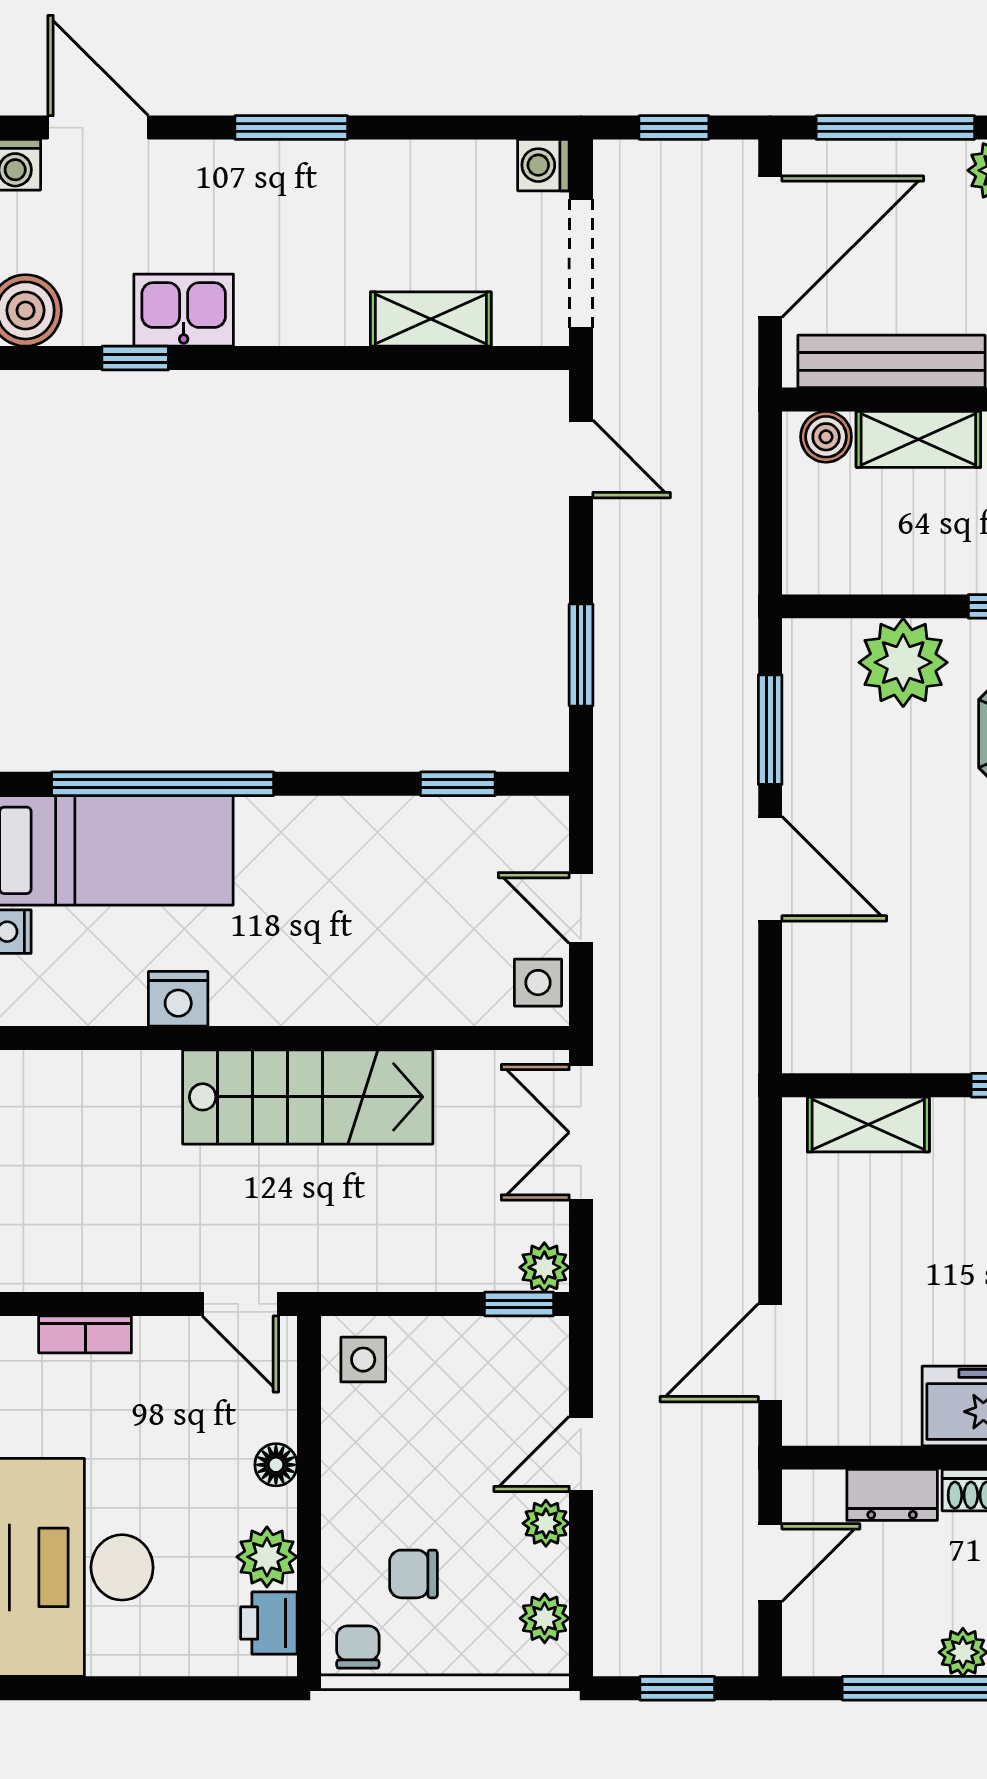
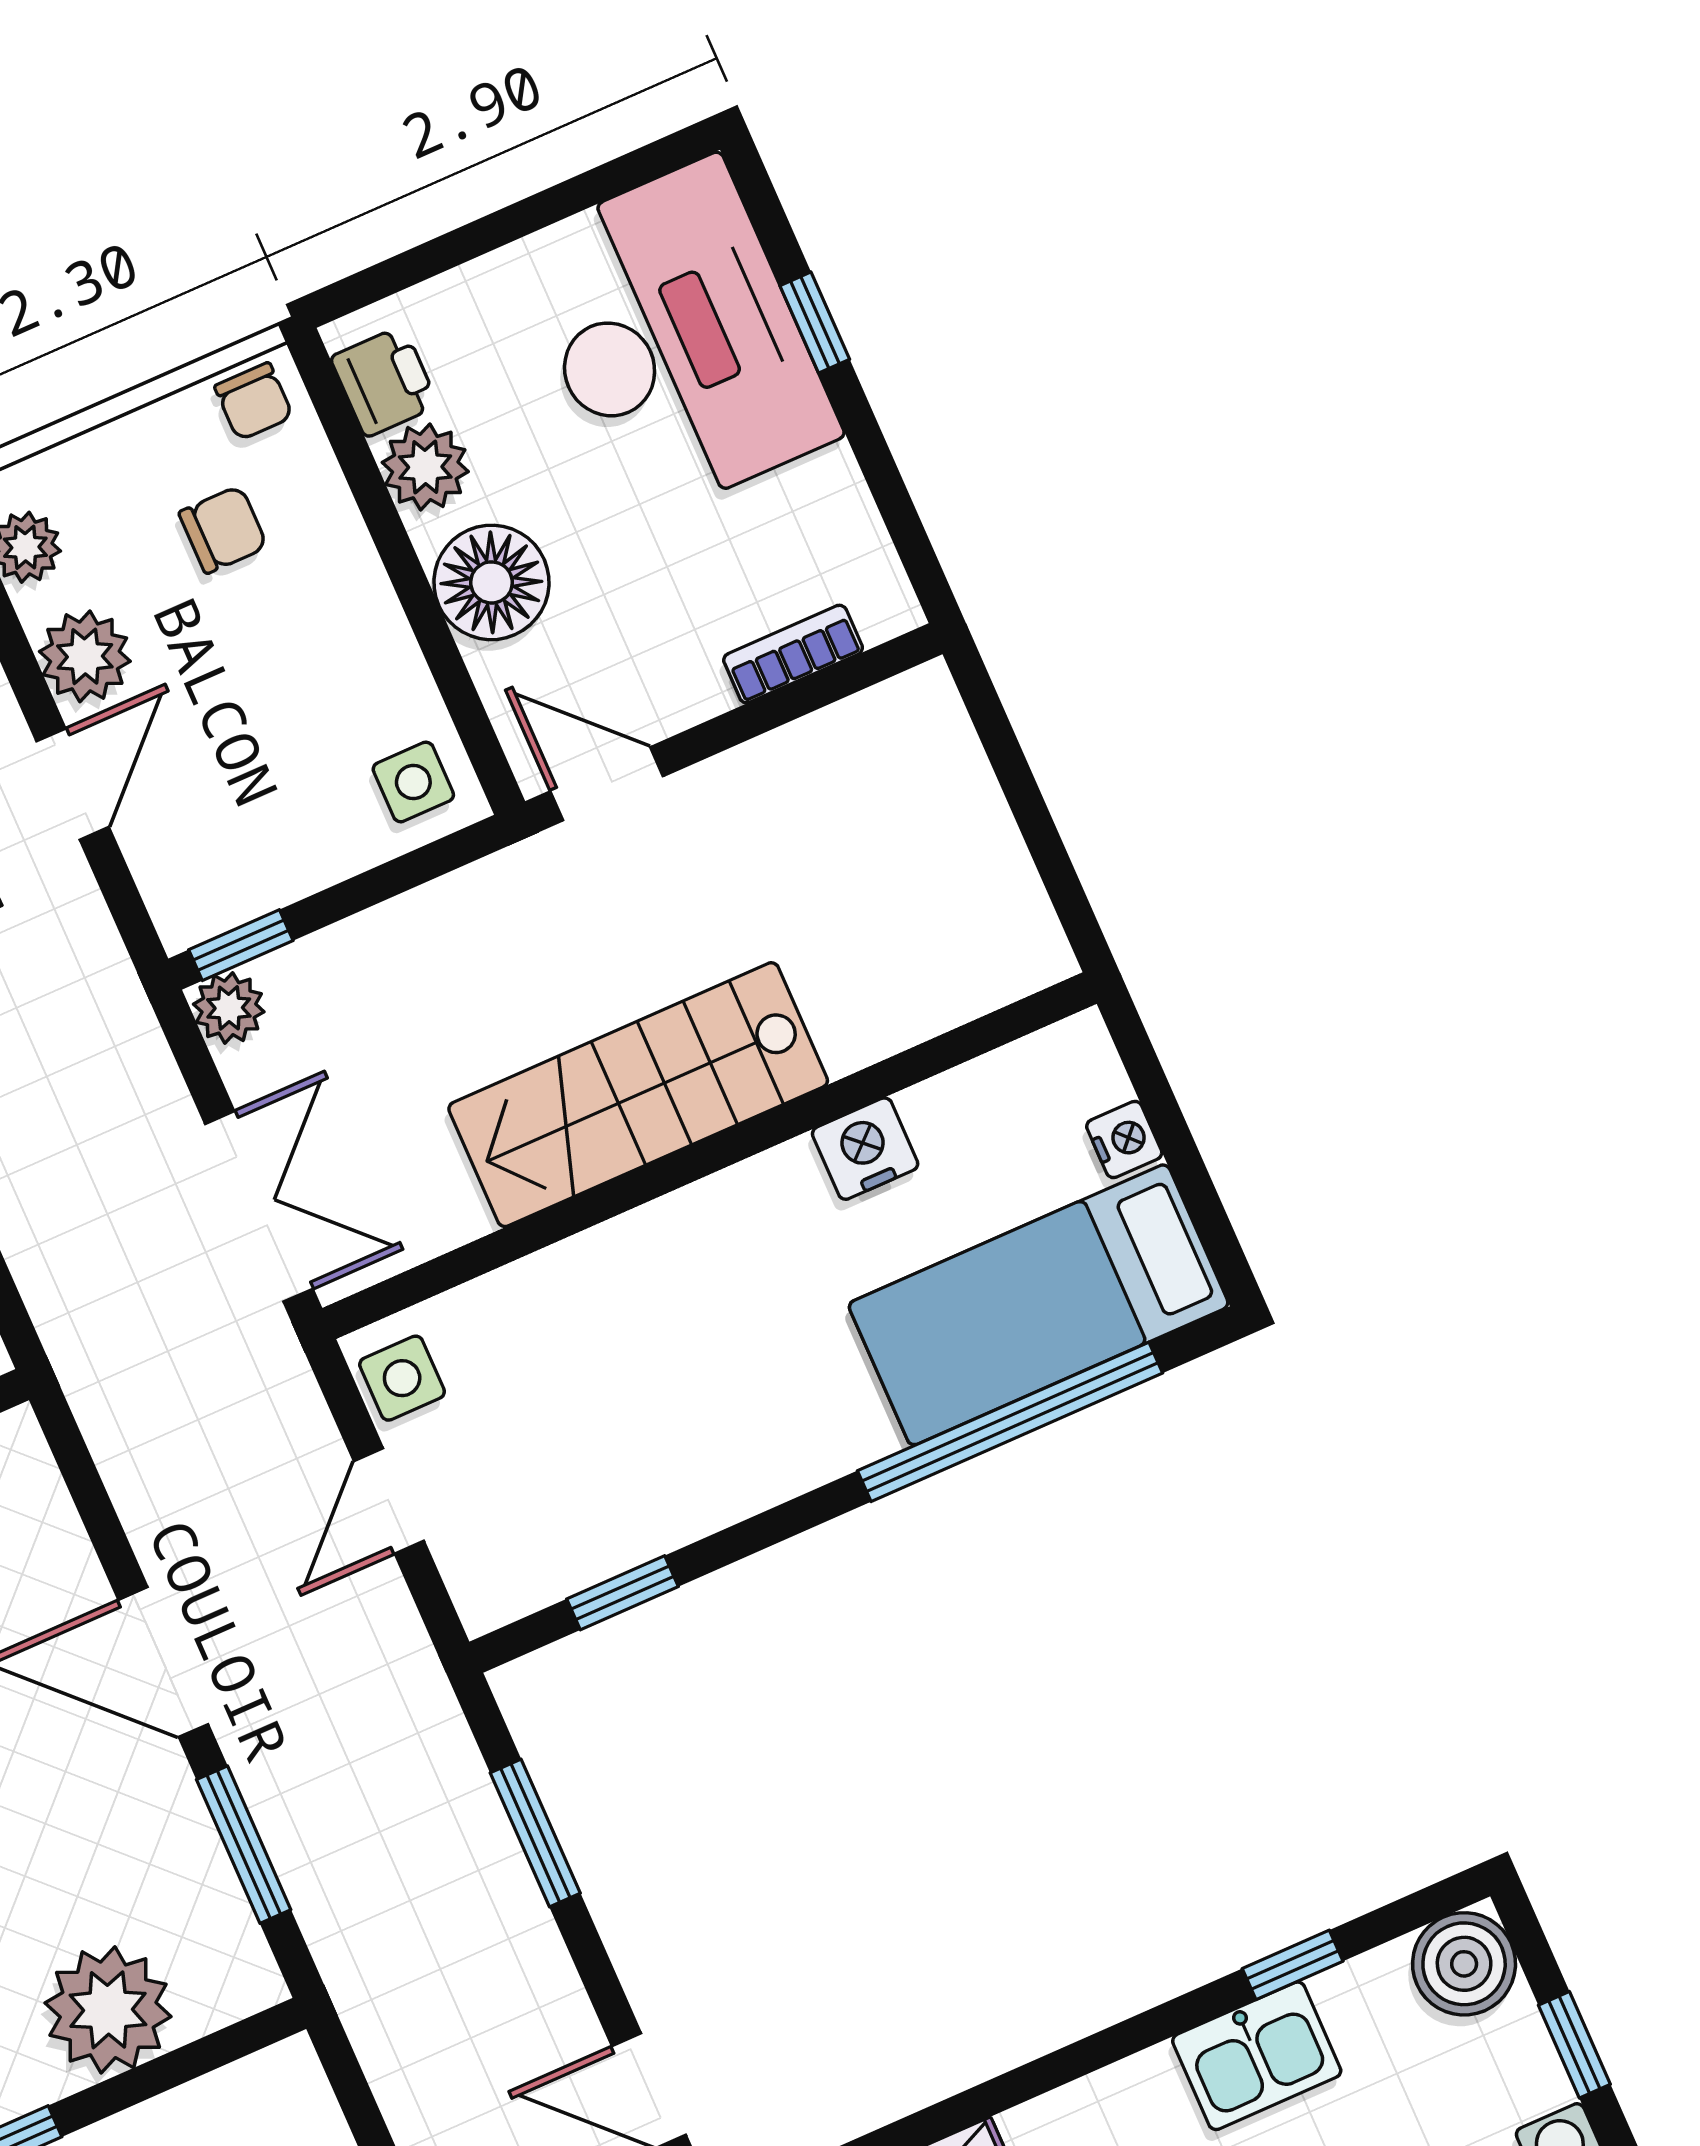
door: (581, 908) -> (389, 1501), swing flipped
floor lamp: (276, 1465) -> (491, 582), width x1.89, depth x1.89
plant: (546, 1523) -> (85, 656), width x1.38, depth x1.38

